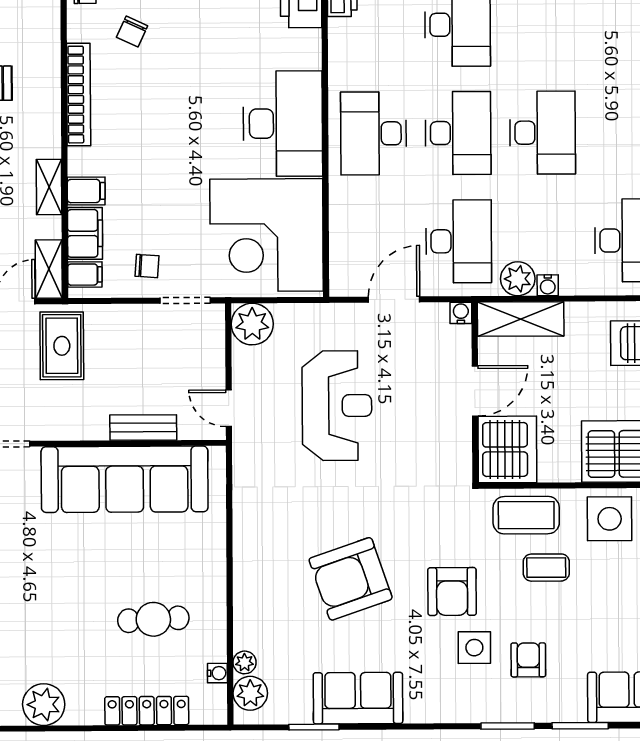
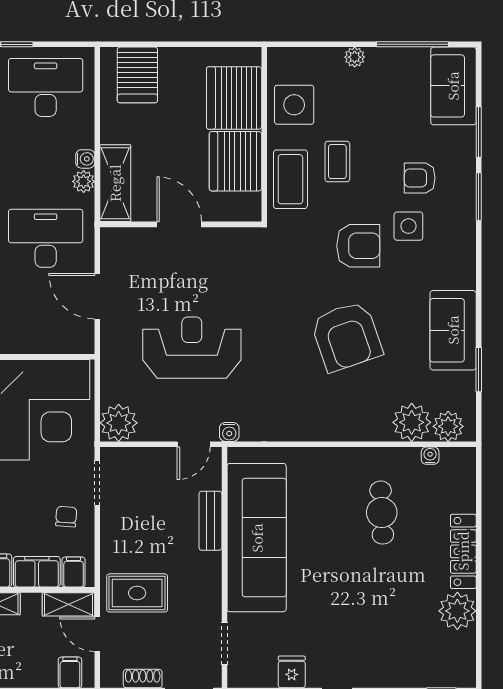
plant: (518, 279) -> (84, 181), width x0.73, depth x0.73
water cooler: (461, 313) -> (229, 432), moved, turned -90
server rack: (507, 449) -> (235, 161), moved, turned -90
plant: (245, 662) -> (412, 422), width x1.88, depth x1.88
locker: (147, 711) -> (463, 551), moved

